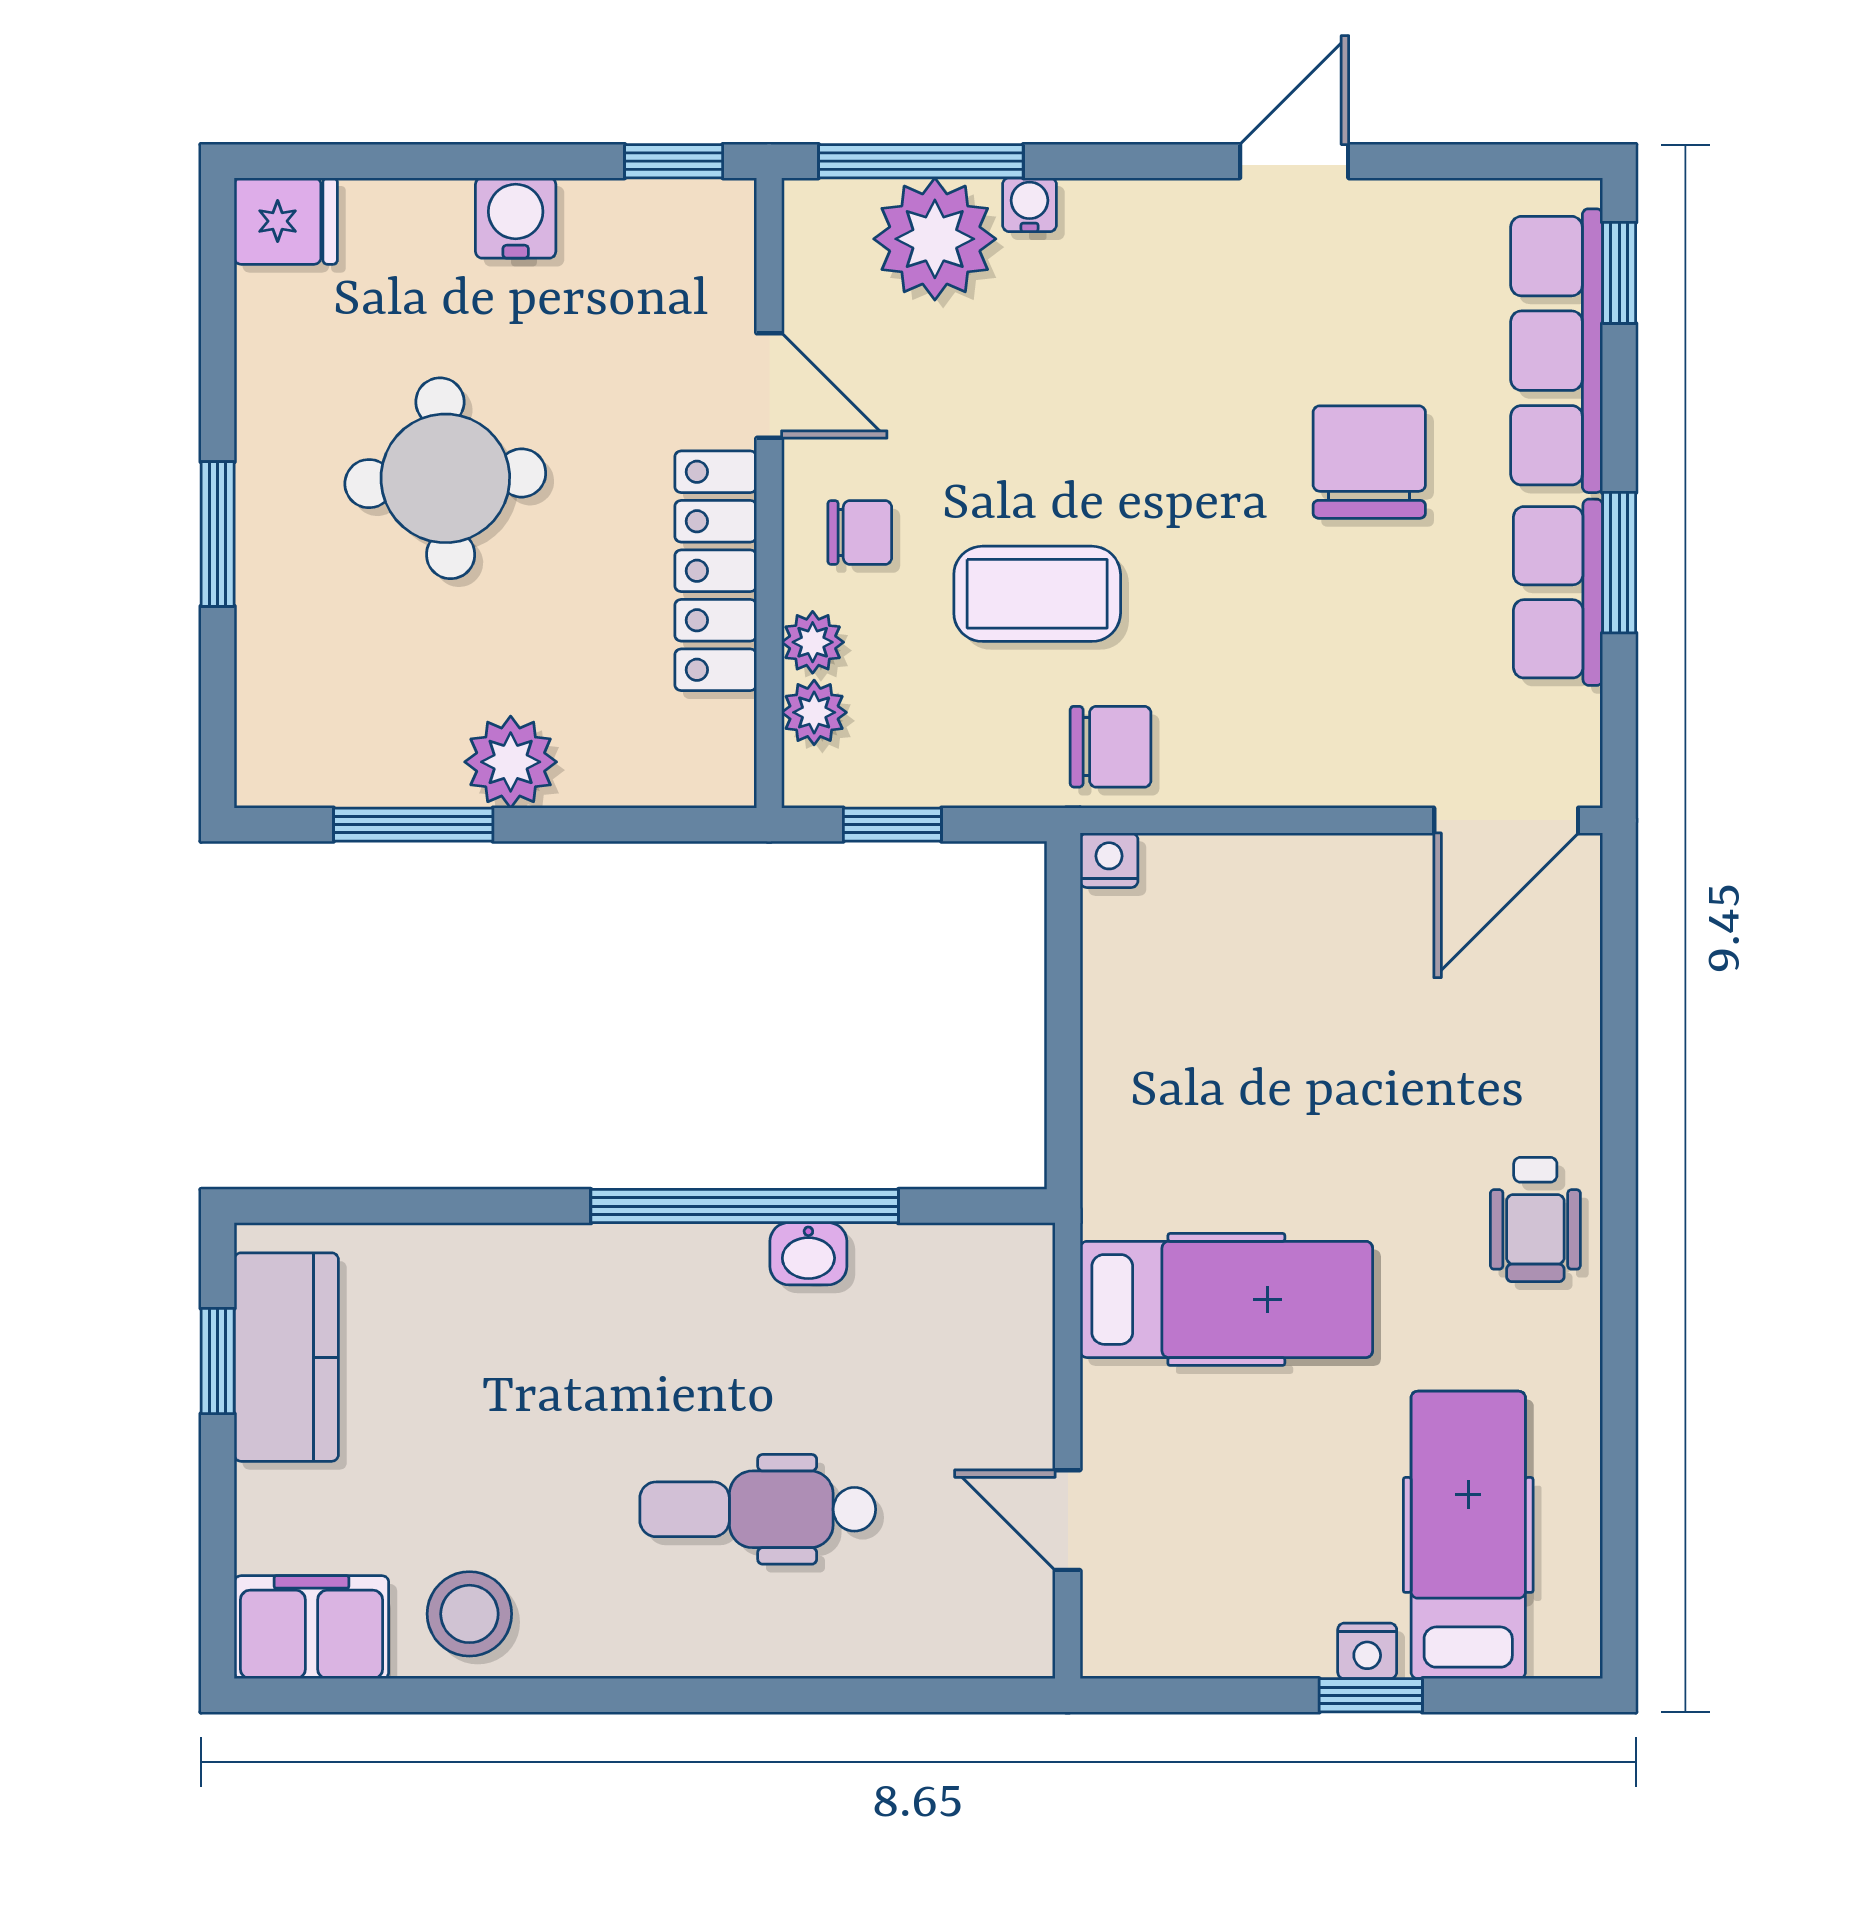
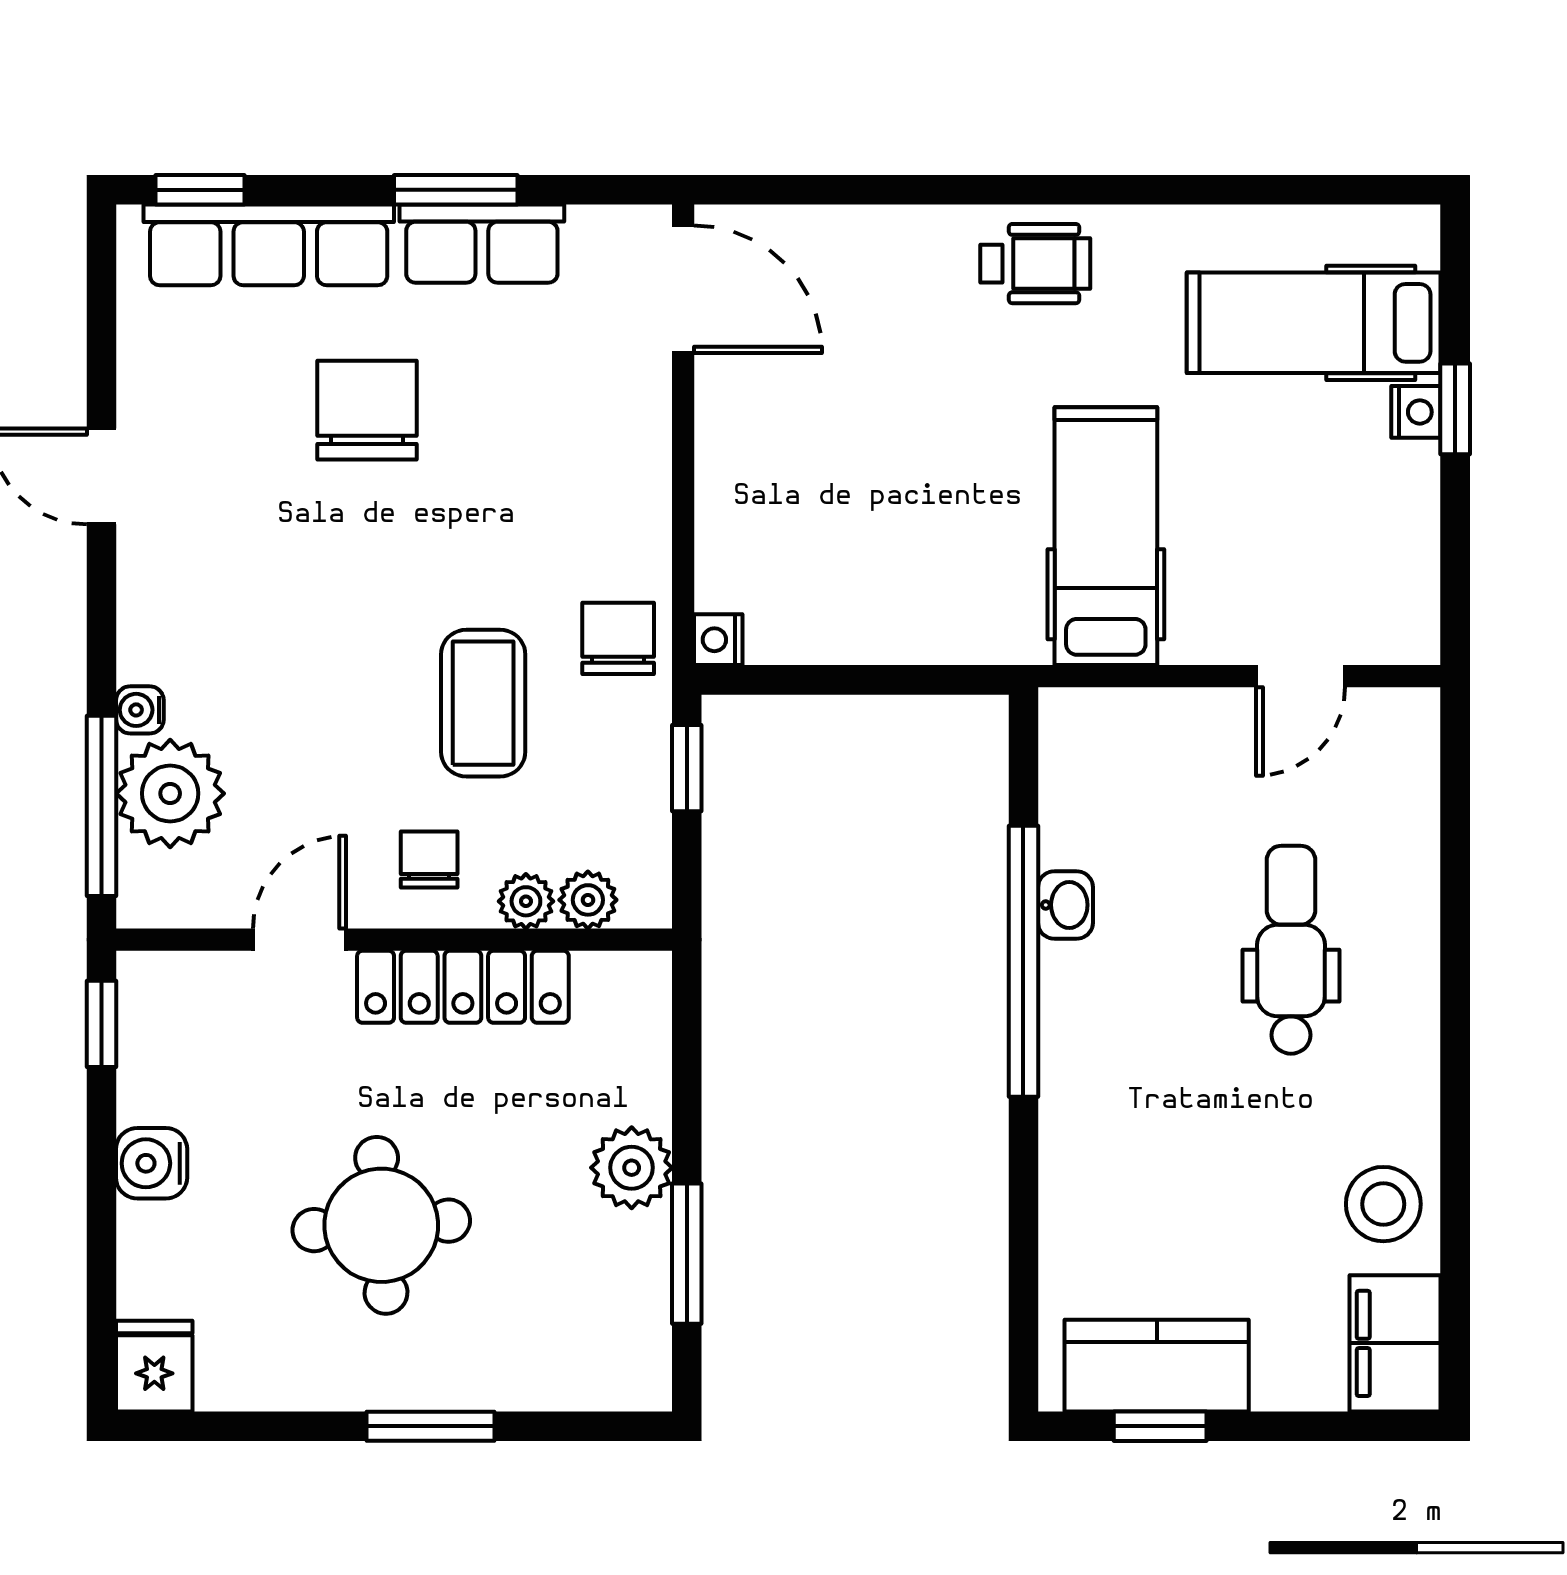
chair: (1369, 462) -> (367, 410), turned 90
window: (892, 825) -> (687, 768), moved
dental chair: (758, 1509) -> (1291, 950), turned 180

